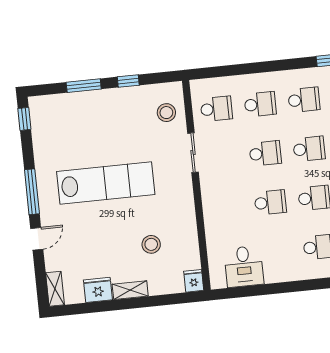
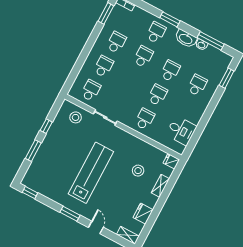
school desk: (265, 153) -> (145, 119), moved
window: (32, 192) -> (70, 214), width x0.69
shelving: (130, 290) -> (160, 186), moved

